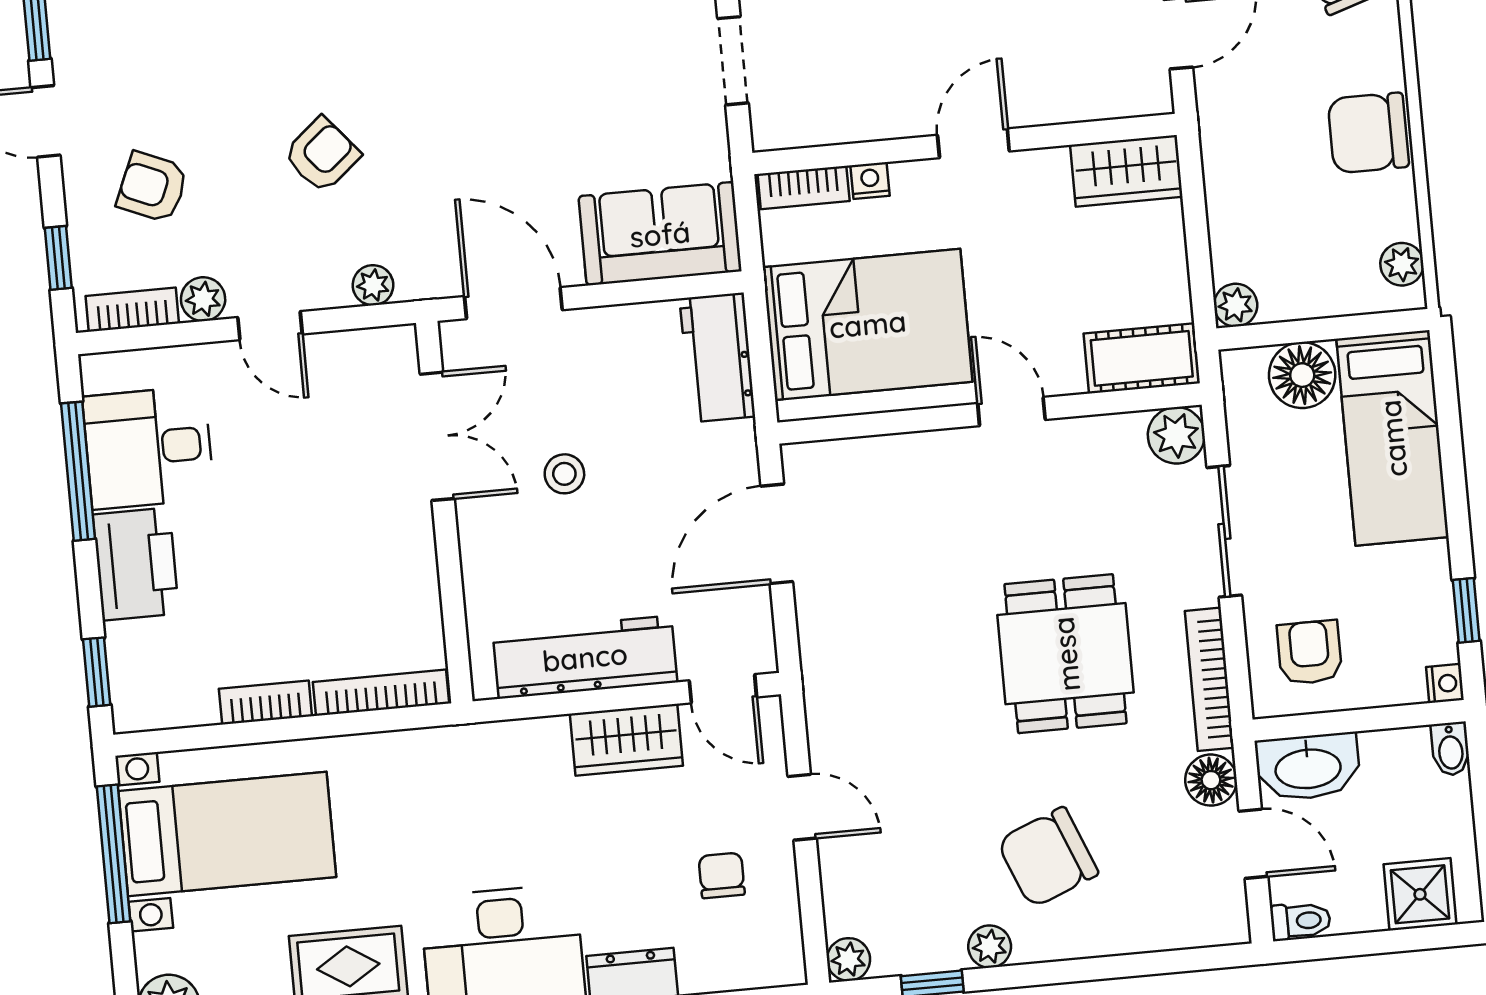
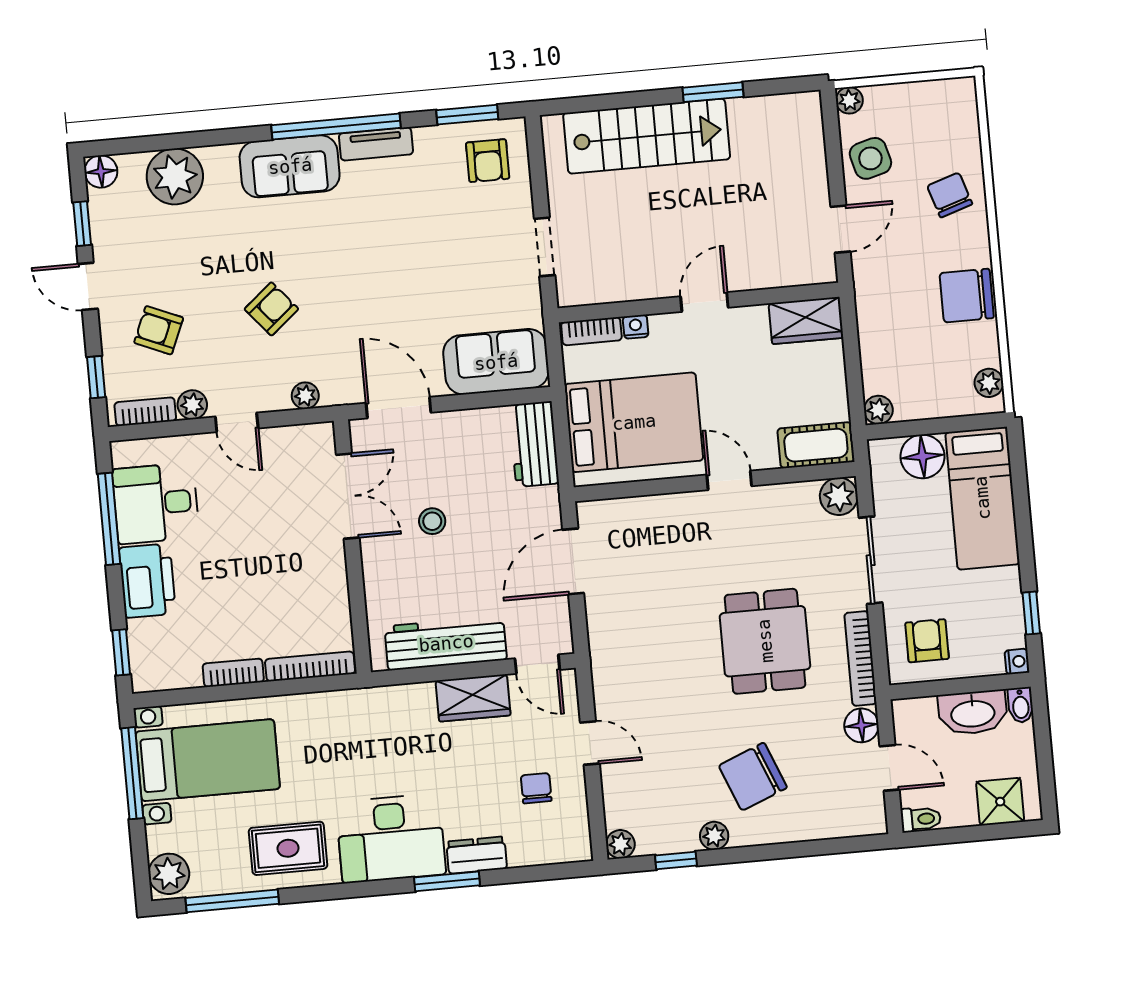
washbasin: (1308, 767) -> (973, 713), moved

